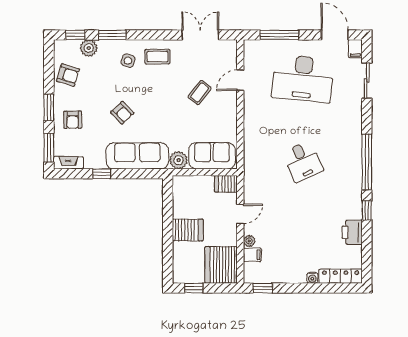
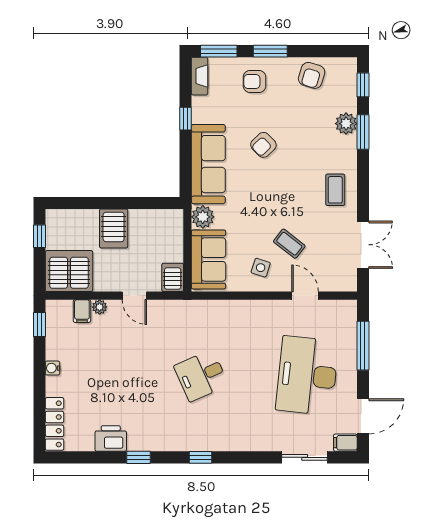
plant: (89, 48) -> (346, 124), moved
side table: (128, 61) -> (261, 268), moved
window: (367, 162) -> (200, 457), width x0.32
water cooler: (312, 278) -> (53, 368), moved

